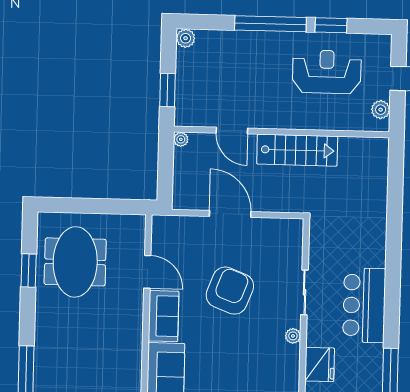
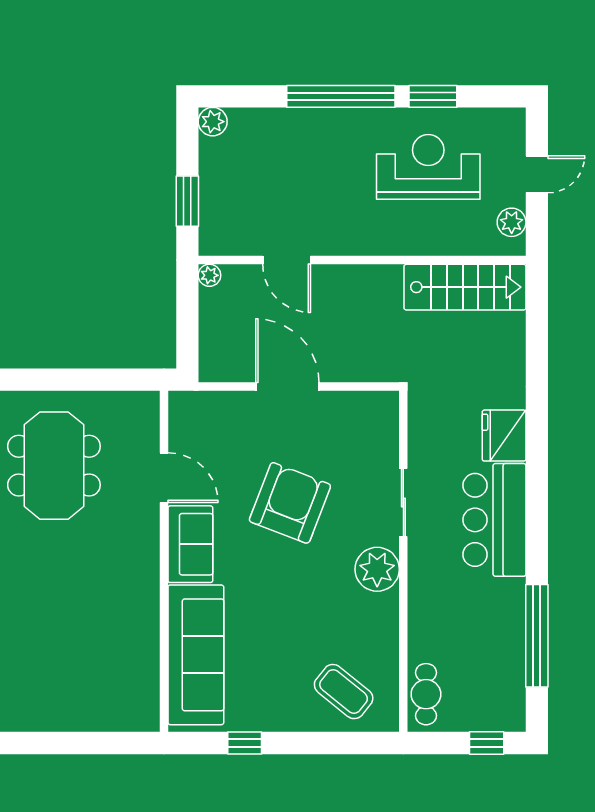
stairs: (297, 150) -> (465, 287), moved
plant: (293, 336) -> (377, 569), width x1.88, depth x1.88
fridge: (320, 365) -> (504, 436), moved, turned 180

